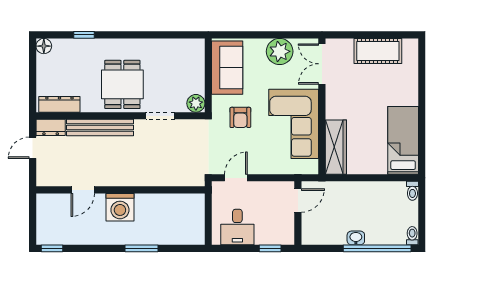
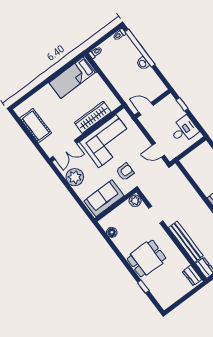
floor lamp: (44, 46) -> (112, 232), moved
dining table: (122, 84) -> (146, 258), moved
dresser: (59, 104) -> (192, 275), width x0.70
wardrobe: (336, 147) -> (93, 117), moved

